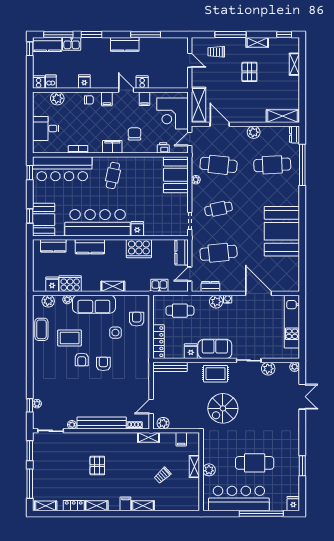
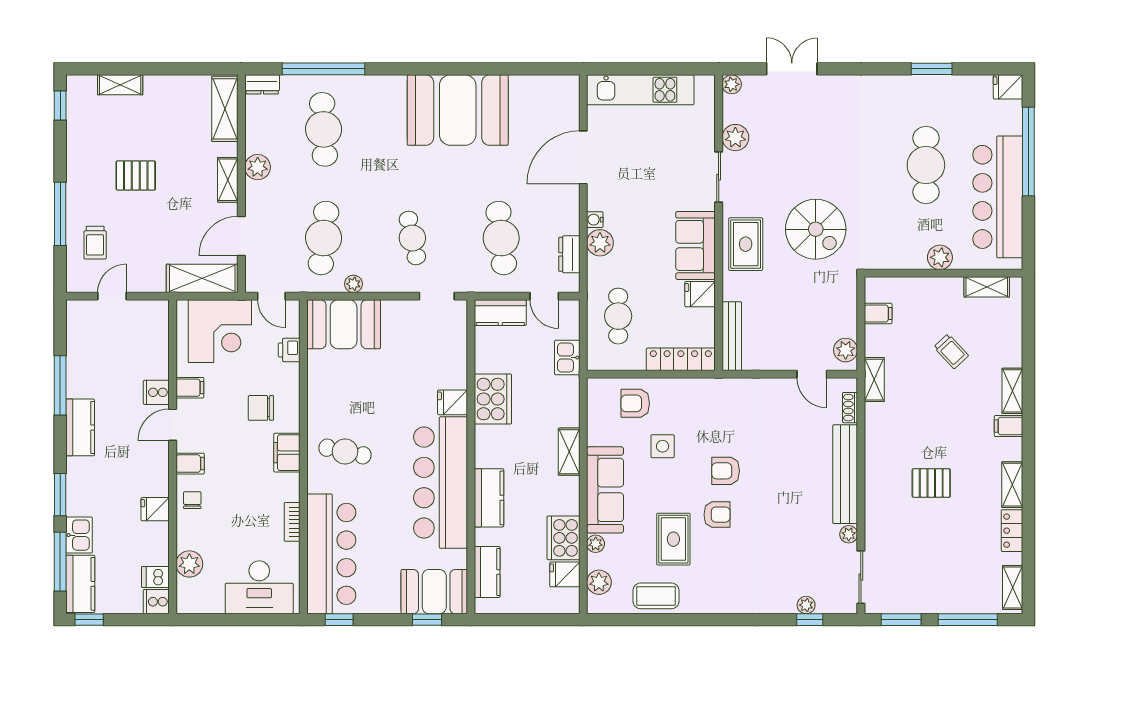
shelving: (257, 42) -> (228, 180), moved
desk: (46, 128) -> (259, 587), width x1.37
shelving: (194, 467) -> (987, 287), moved

